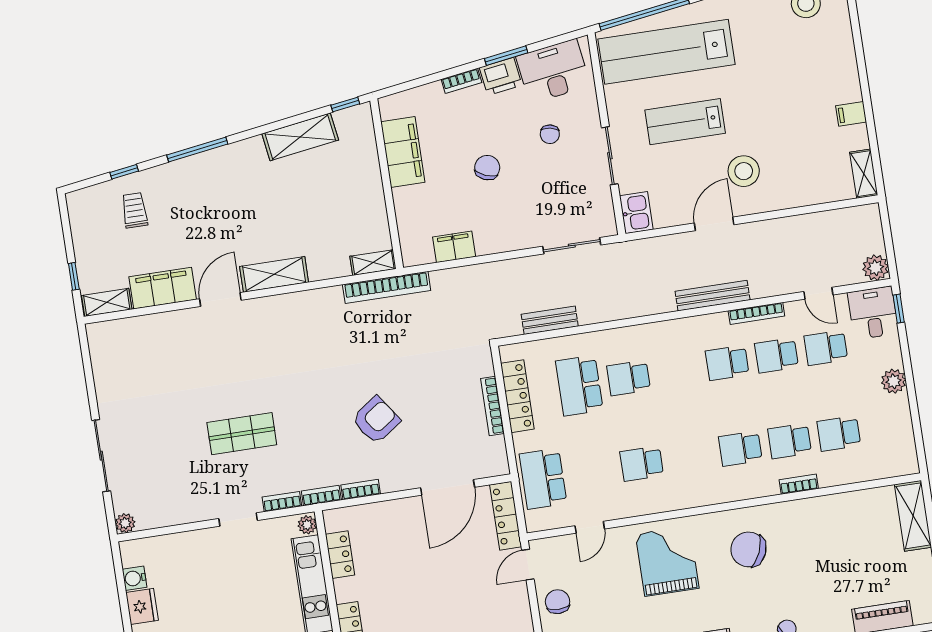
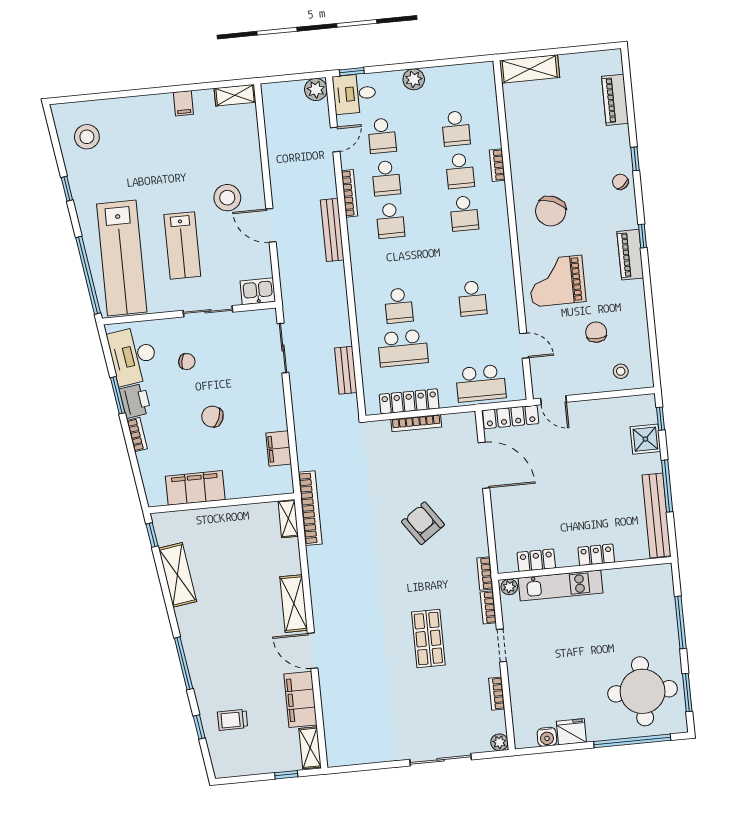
bookcase: (361, 490) -> (497, 694), moved
chair: (558, 602) -> (596, 332), moved, turned 90

